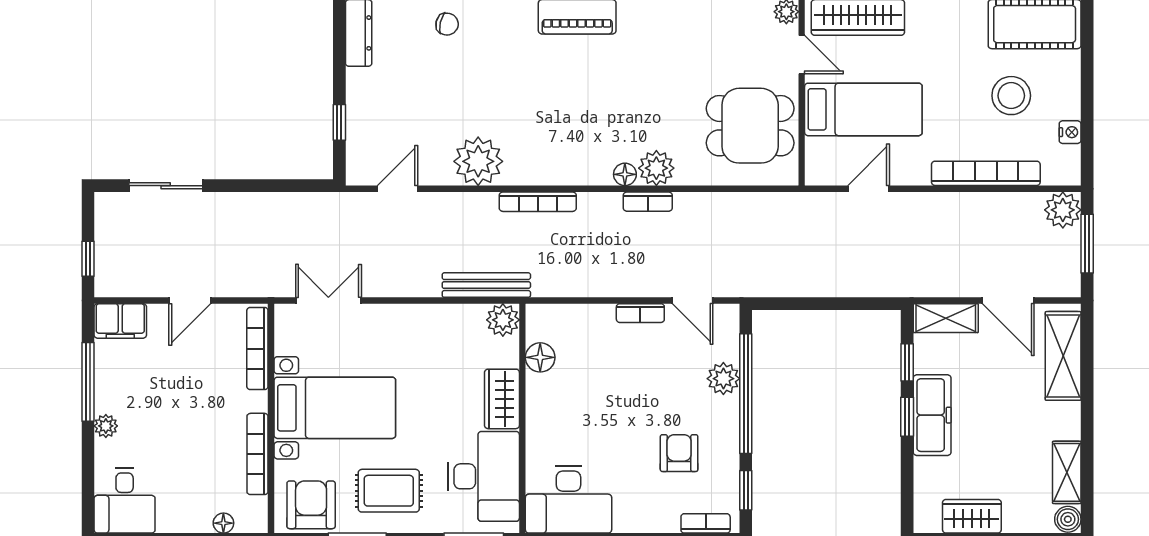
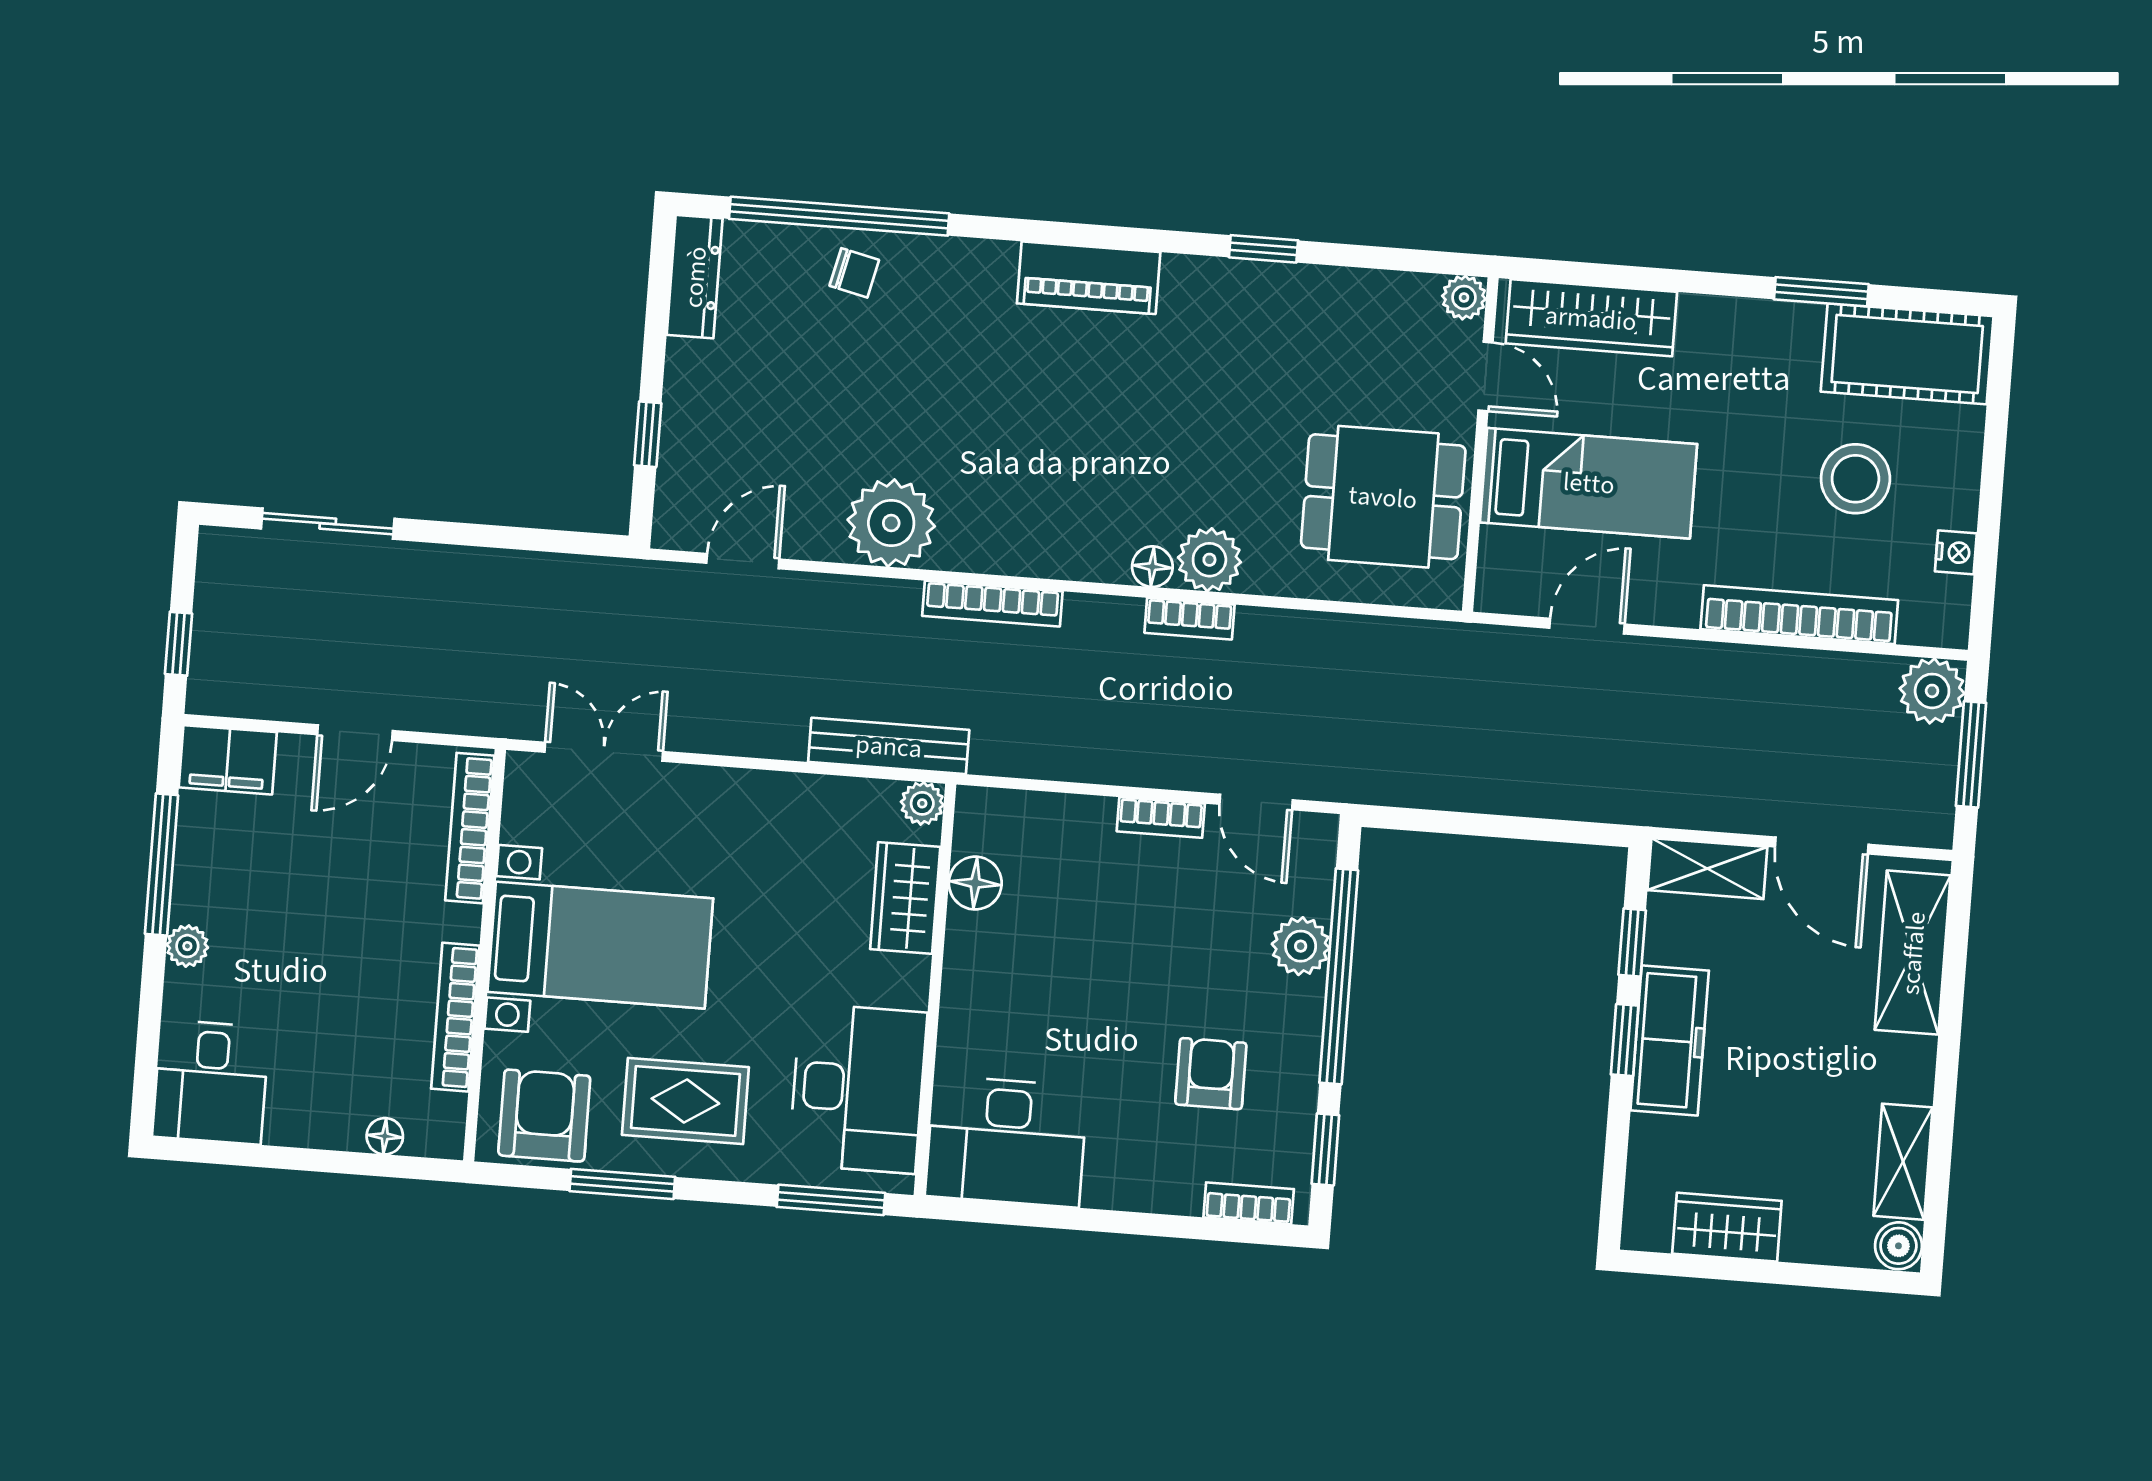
plant: (503, 320) -> (922, 803), width x0.73, depth x0.73
wardrobe: (502, 399) -> (905, 898), moved

